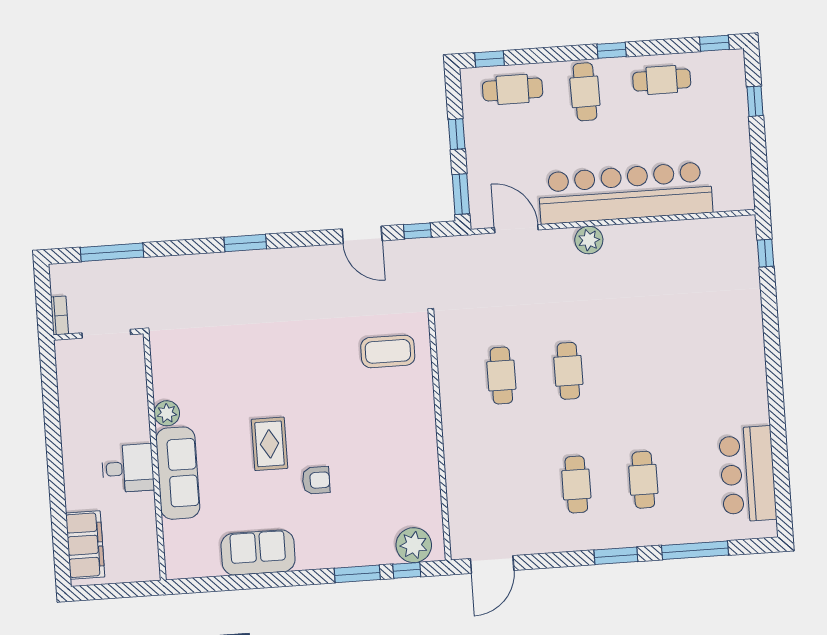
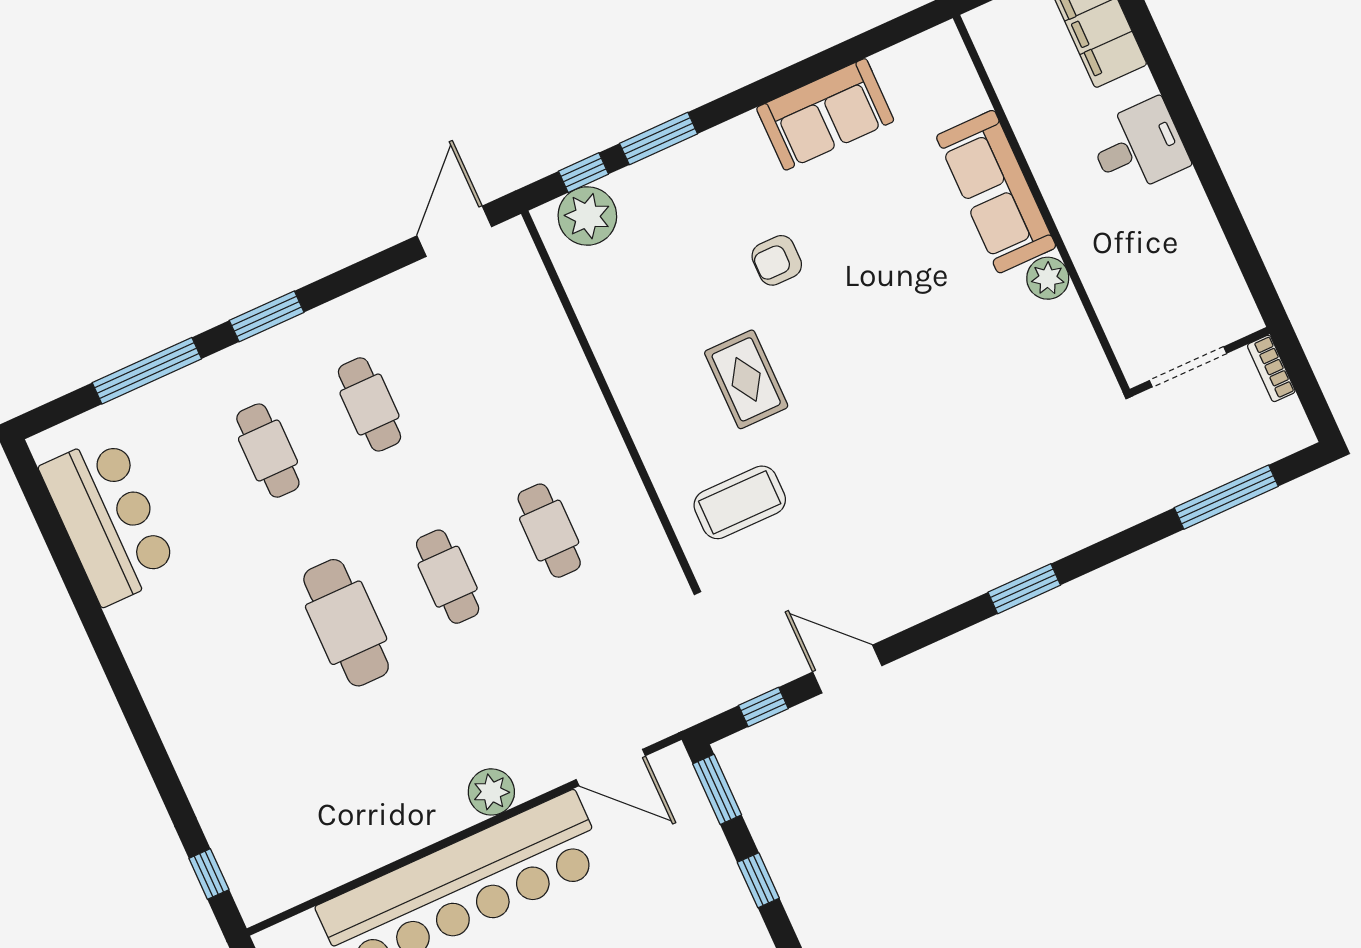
cafe table: (635, 366) -> (346, 623), added
rug: (270, 444) -> (746, 379), moved
desk: (128, 468) -> (1139, 147), moved, turned 180

